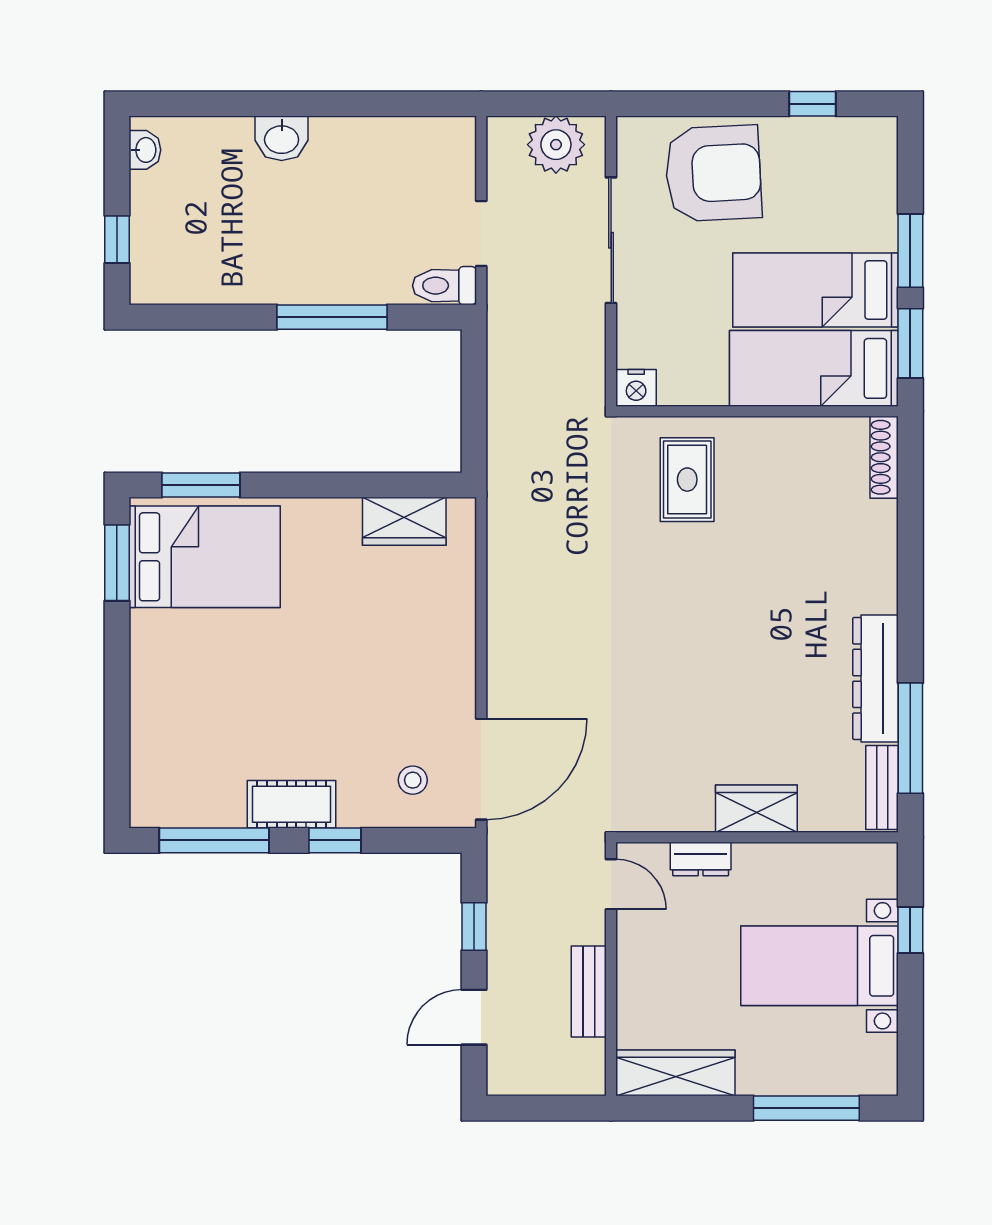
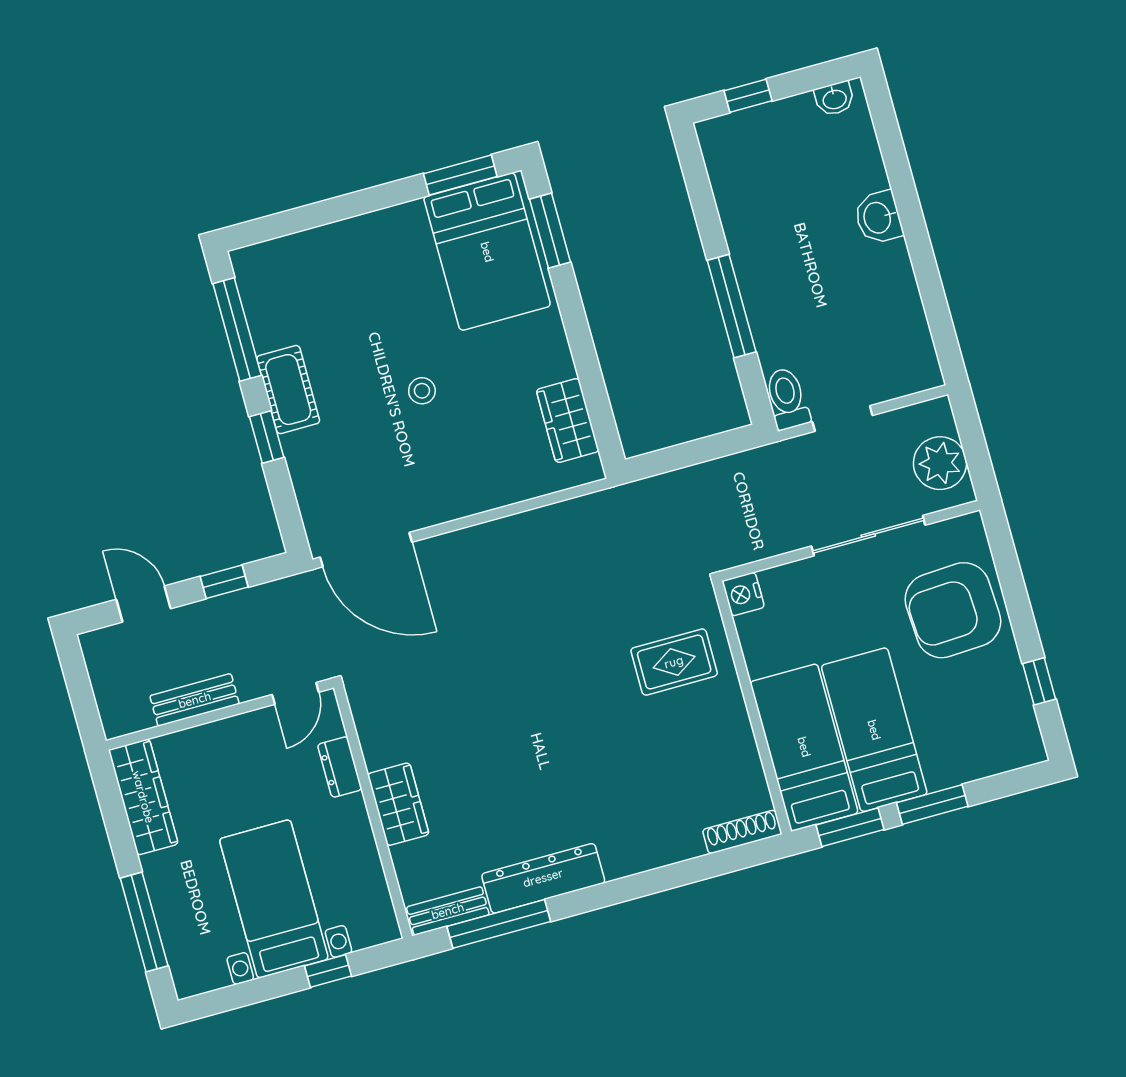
armchair: (713, 173) -> (953, 610), turned 90
stool: (413, 780) -> (422, 391), moved

